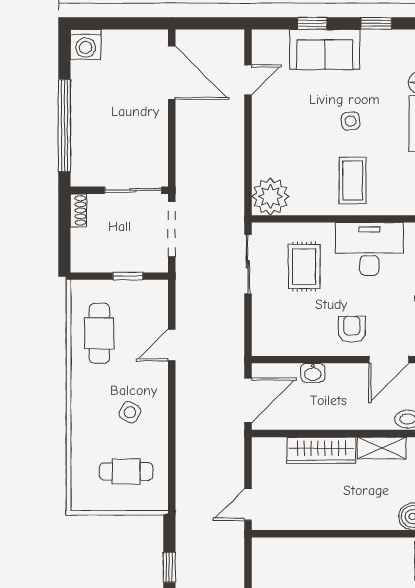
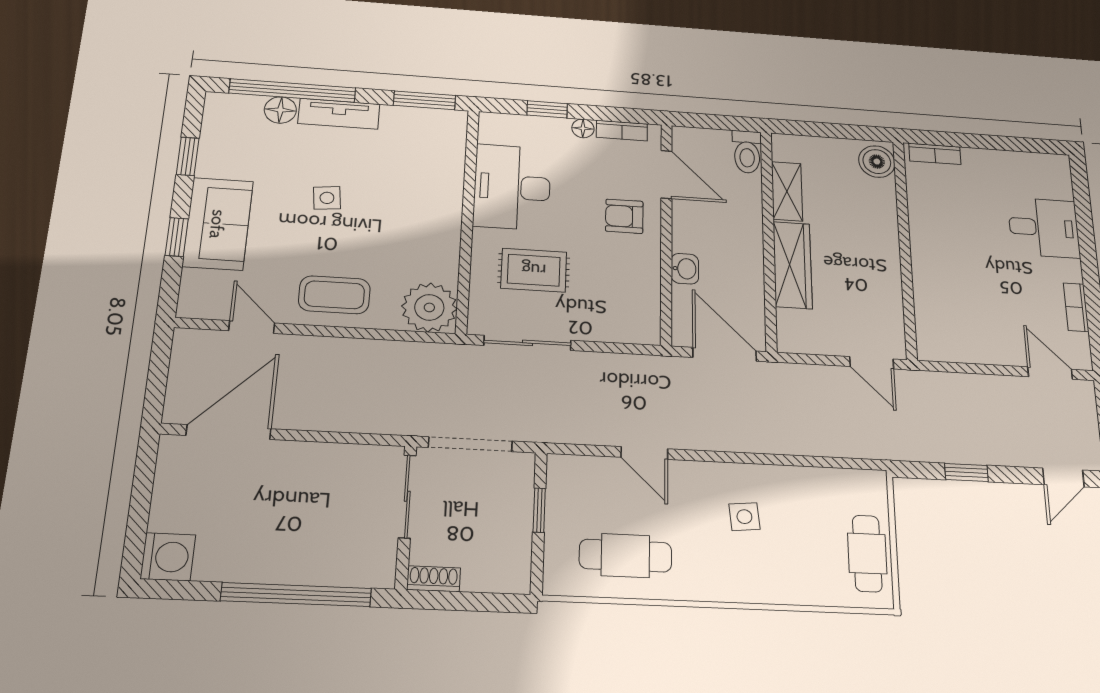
coffee table: (353, 181) -> (334, 295), moved
side table: (130, 412) -> (744, 517), turned -36
cafe table: (126, 471) -> (867, 553), moved

